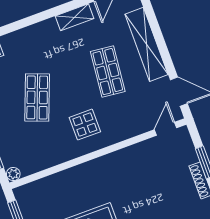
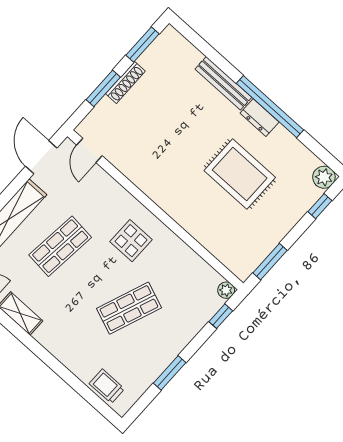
door: (165, 129) -> (89, 150), hinge flipped

